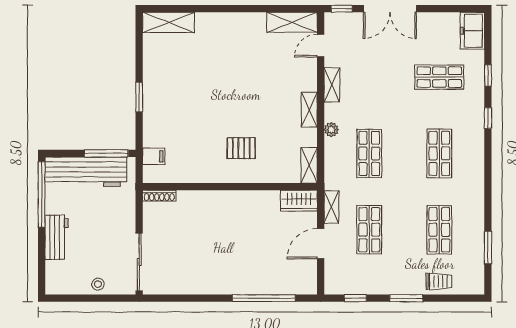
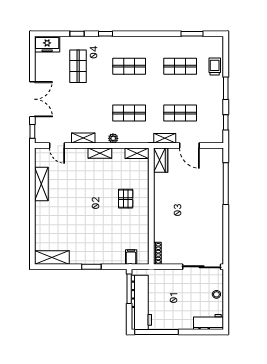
shelving: (168, 22) -> (52, 258), moved, turned 90
shelving: (292, 22) -> (41, 184), moved
workbench: (57, 237) -> (209, 322), moved

